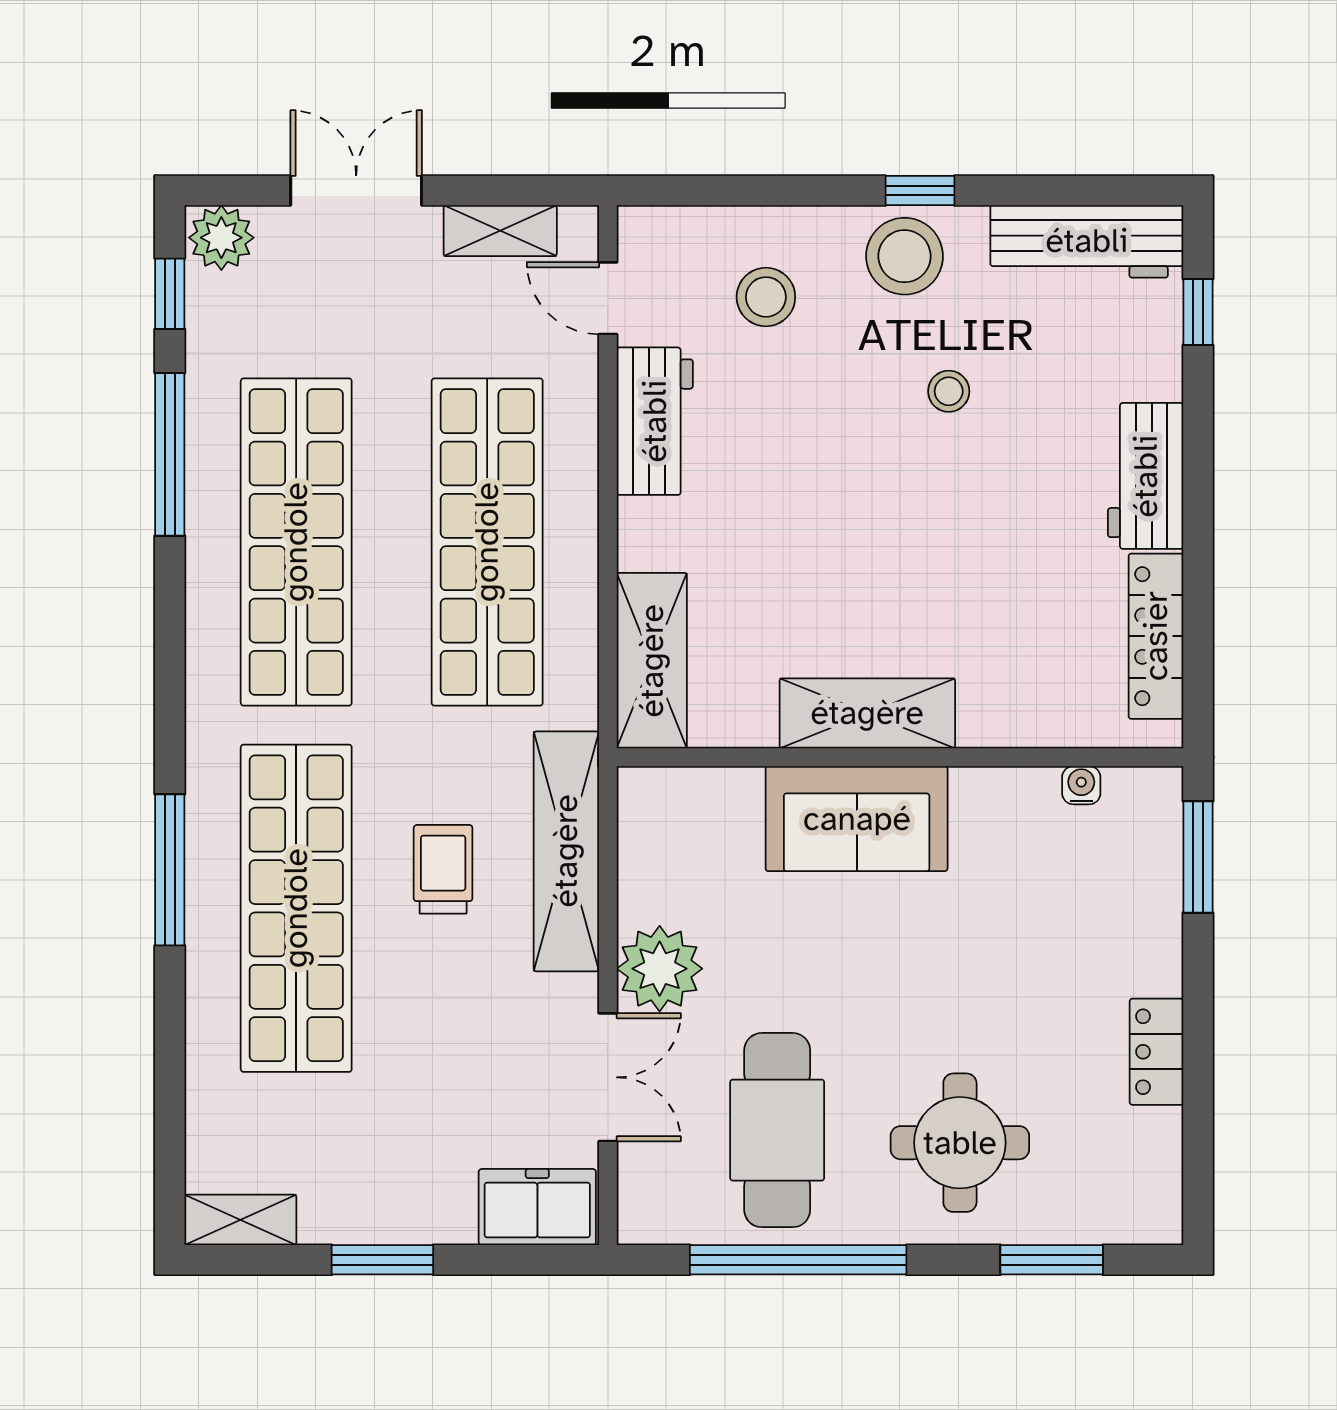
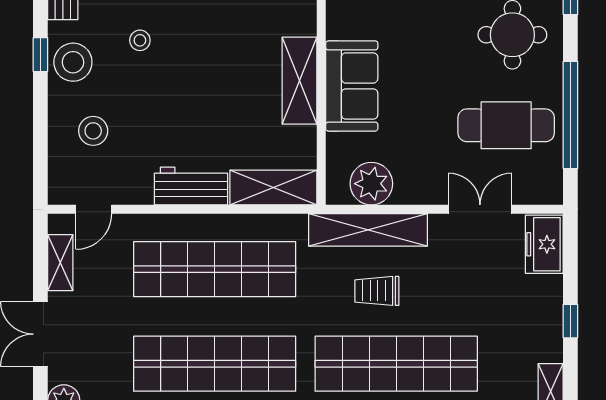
workbench: (655, 421) -> (191, 186), moved
plant: (660, 969) -> (371, 184), moved
window: (382, 1260) -> (570, 321), width x0.67

